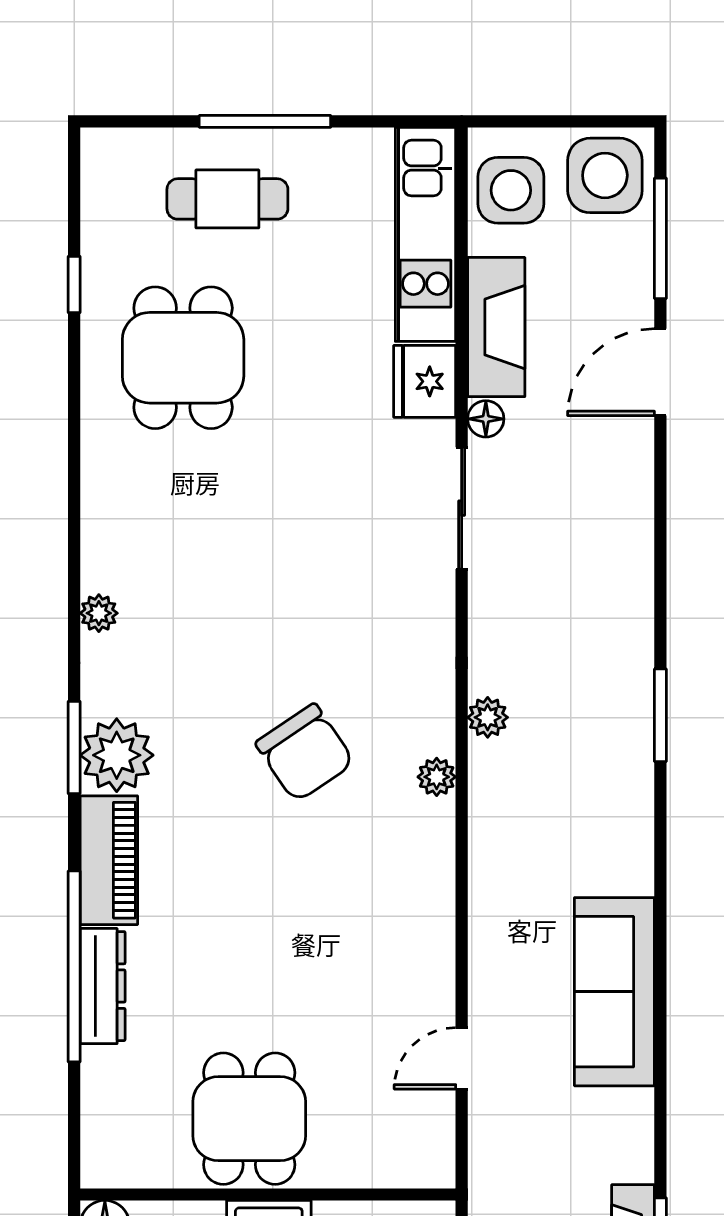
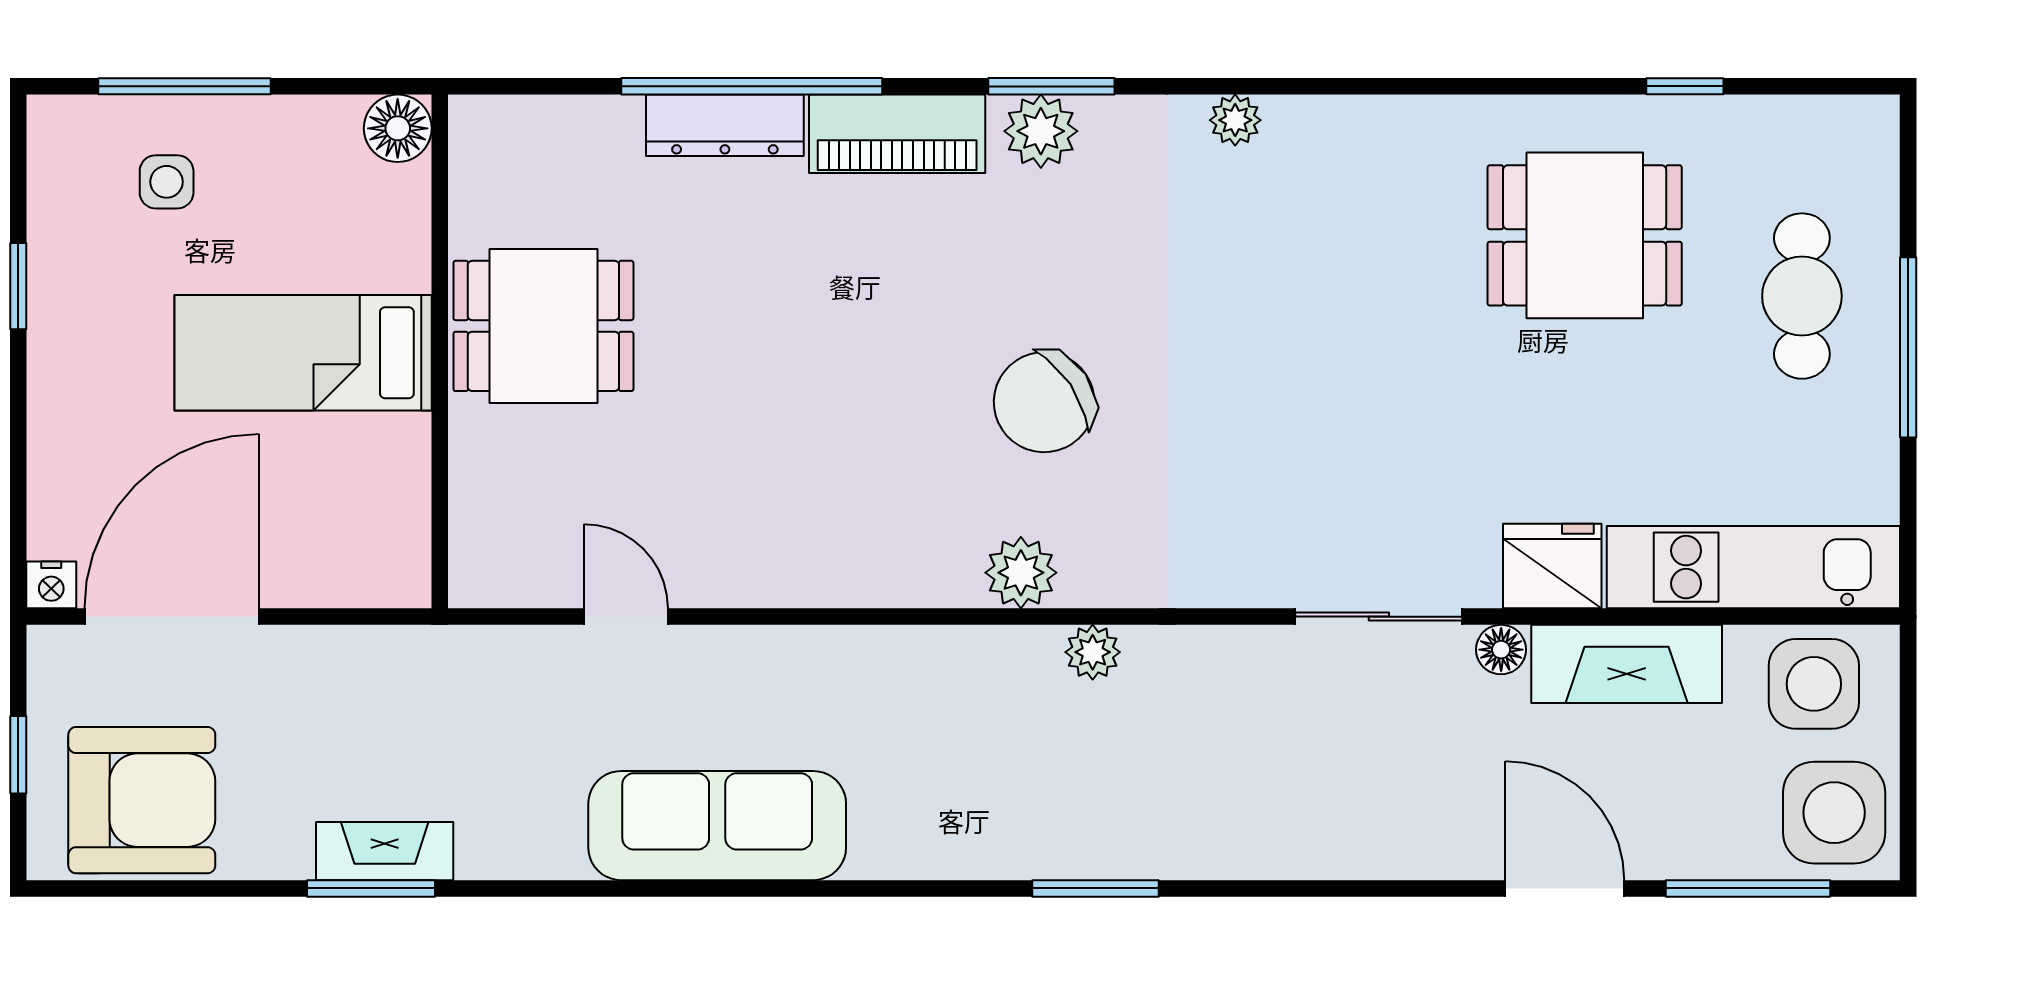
plant: (117, 755) -> (1041, 131), width x0.73, depth x0.73
plant: (437, 777) -> (1021, 573), width x1.38, depth x1.38

